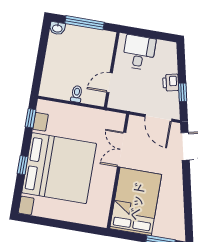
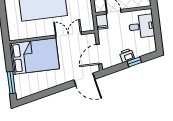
window: (183, 92) -> (134, 62), moved
filing cabinet: (118, 102) -> (102, 22), added

